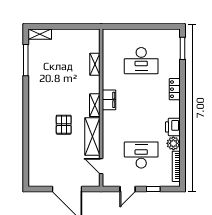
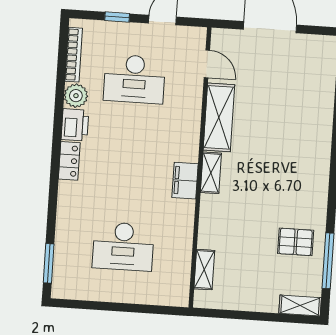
desk: (141, 61) -> (123, 246), turned 180
shelving: (95, 64) -> (204, 270), moved
locker: (175, 89) -> (69, 161), moved
pallet: (64, 125) -> (296, 242), moved, turned 90

